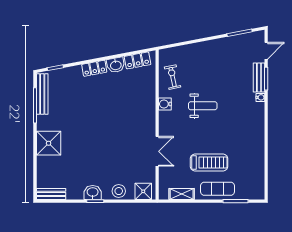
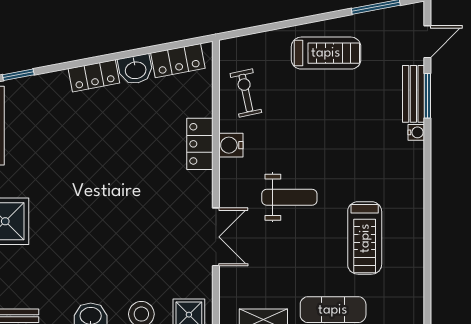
treadmill: (214, 57) -> (326, 53), added
locker: (149, 103) -> (200, 144), added
weight bench: (203, 106) -> (289, 197), moved
treadmill: (209, 162) -> (365, 238), moved, turned 90

